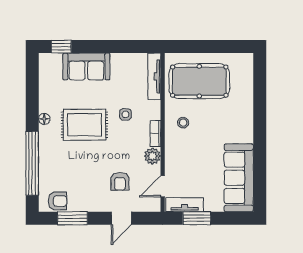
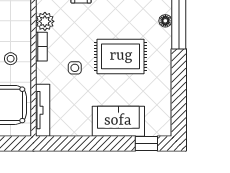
floor lamp: (44, 119) -> (165, 21), moved

